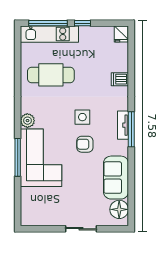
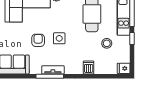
stool: (89, 56) -> (107, 43), added

